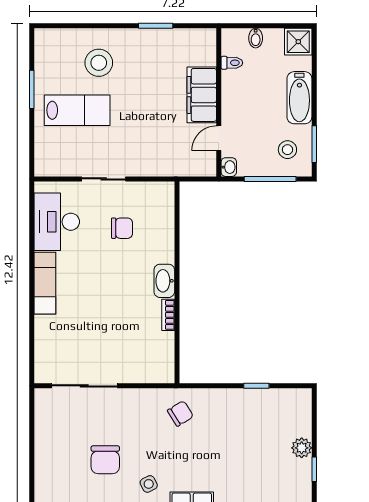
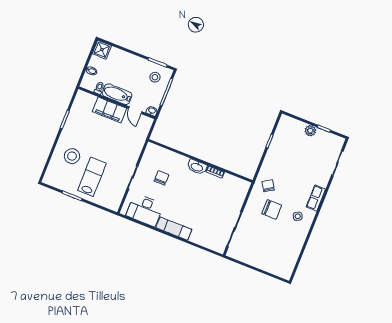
bathtub: (299, 98) -> (117, 94), moved, turned 180
chair: (105, 460) -> (272, 209), moved

